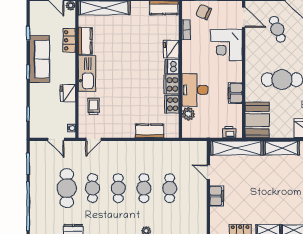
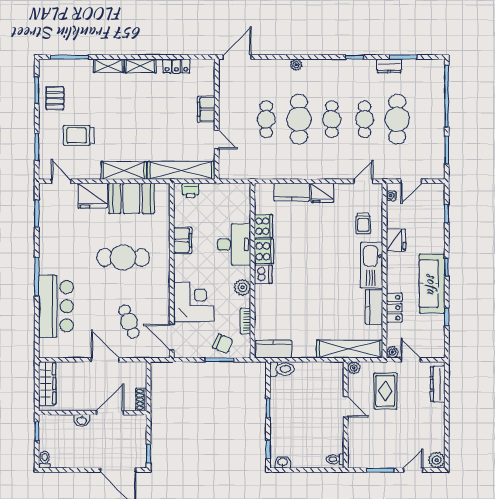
fridge: (171, 49) -> (322, 193), moved, turned 90
plant: (188, 114) -> (242, 287), moved
booth: (257, 120) -> (132, 198), moved, turned 90
door: (56, 139) -> (411, 181), swing flipped
cafe table: (144, 188) -> (299, 119), width x1.37, depth x1.35

